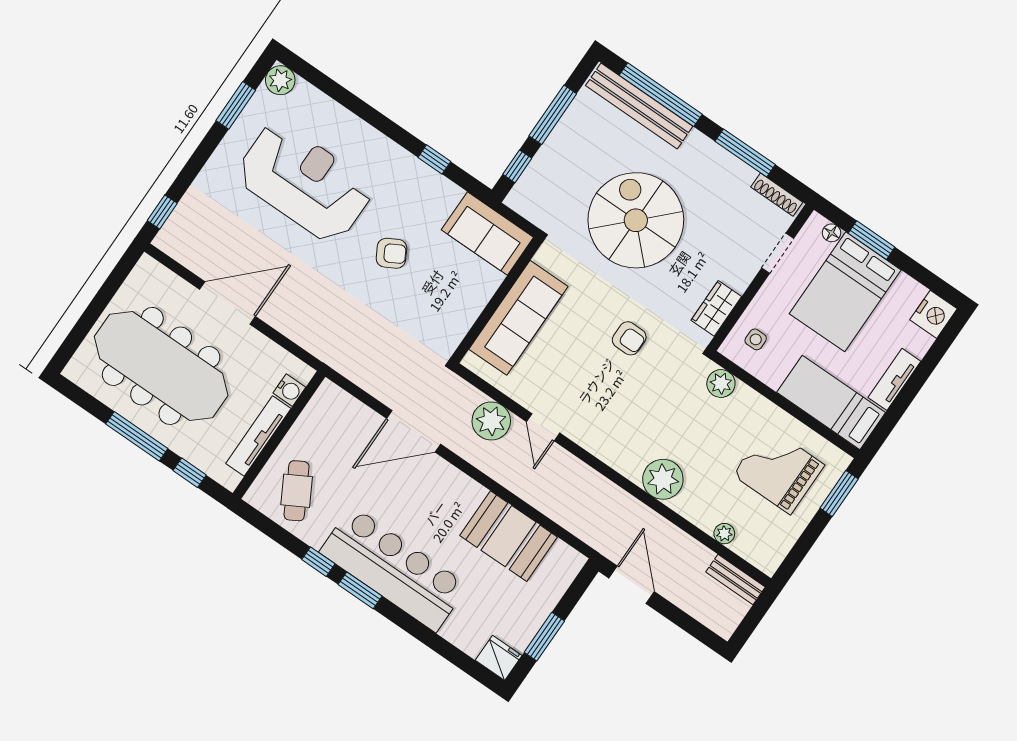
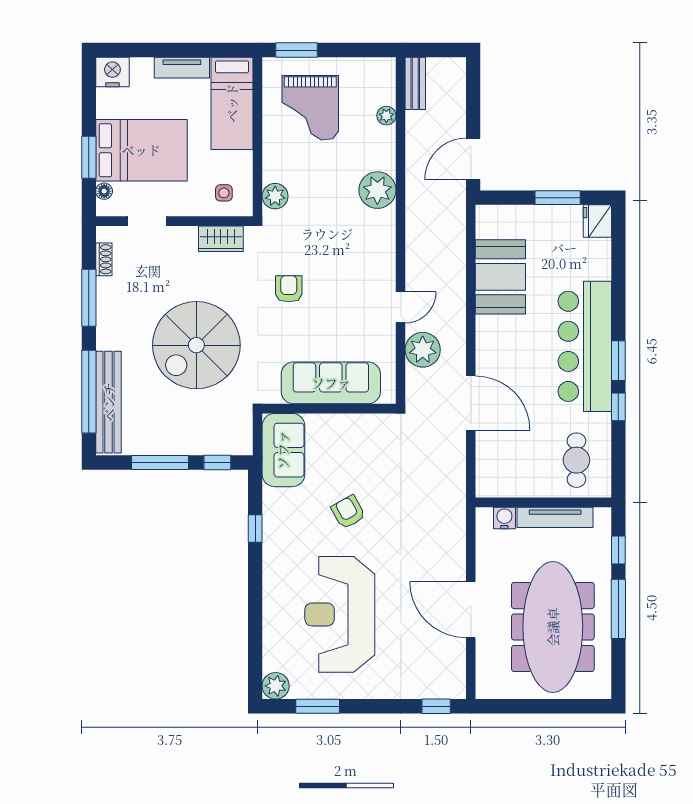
shoe rack: (777, 195) -> (104, 259), width x0.70
cafe table: (297, 491) -> (576, 460), turned -61

